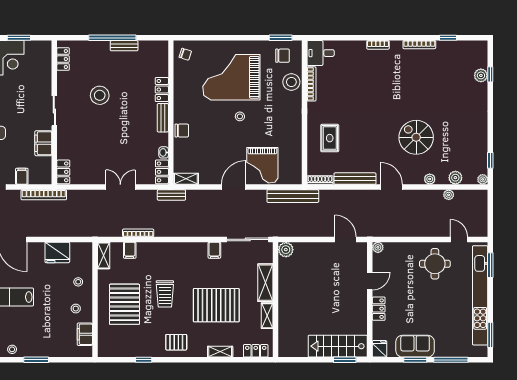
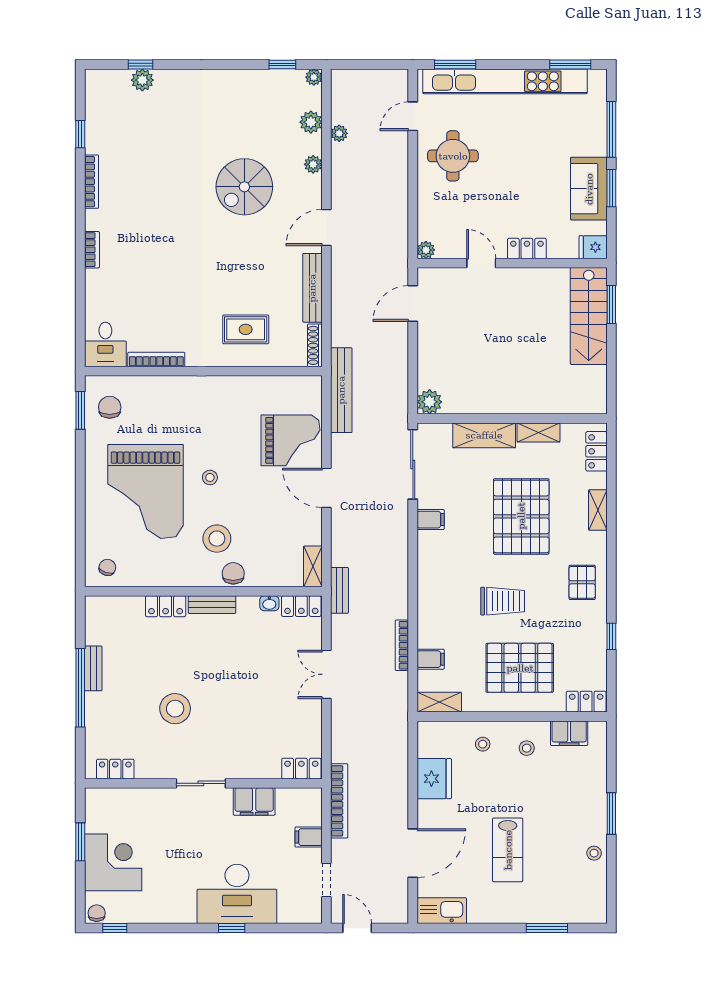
stool: (291, 82) -> (217, 539), moved
locker: (104, 345) -> (586, 702), added

